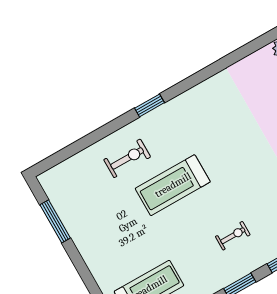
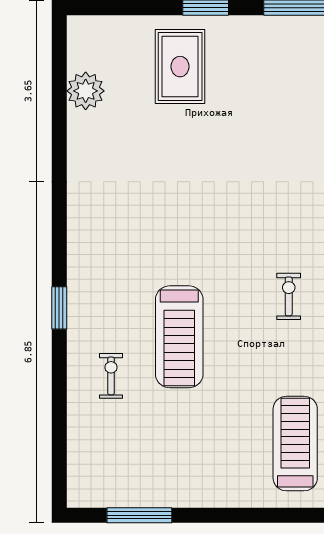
exercise bike: (127, 158) -> (111, 376), width x0.73, depth x0.72

